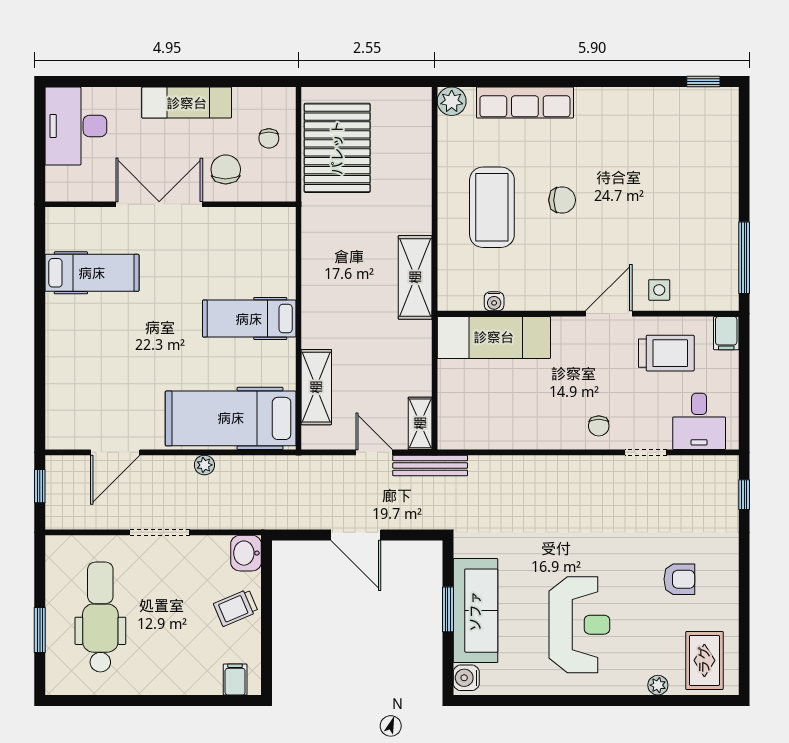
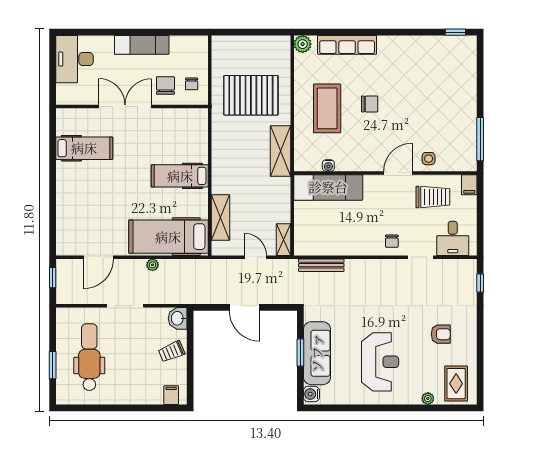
chair: (269, 138) -> (192, 84), moved
pallet: (337, 148) -> (251, 95), moved, turned 90
bench: (430, 465) -> (321, 265), moved

